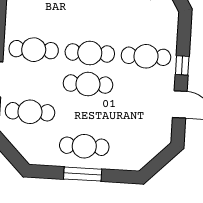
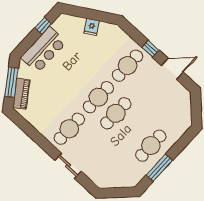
cafe table: (30, 112) -> (104, 161), removed
window: (83, 174) -> (159, 168), moved

